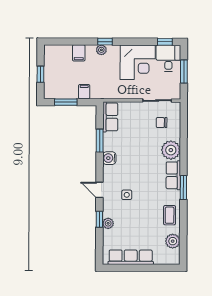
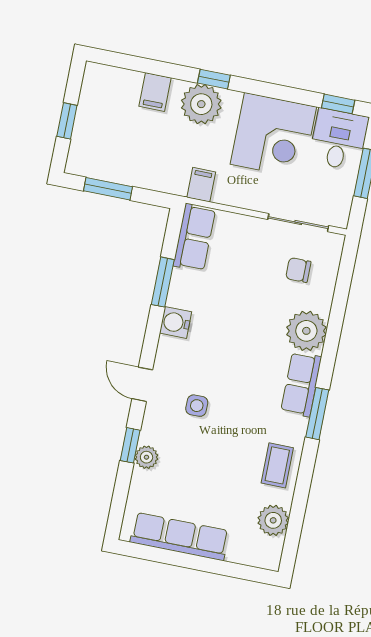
plant: (101, 50) -> (201, 104), width x1.87, depth x1.87
filing cabinet: (84, 92) -> (201, 185), moved

